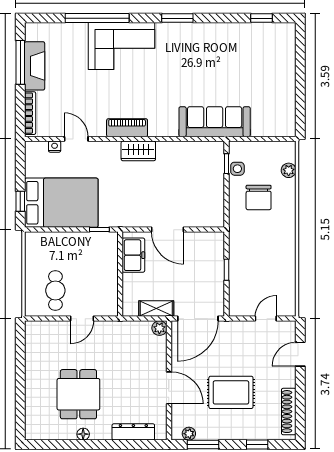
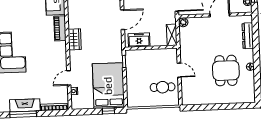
piano: (127, 128) -> (60, 28), moved
shelving: (156, 309) -> (172, 35), moved
dining table: (78, 394) -> (226, 71), turned 90

